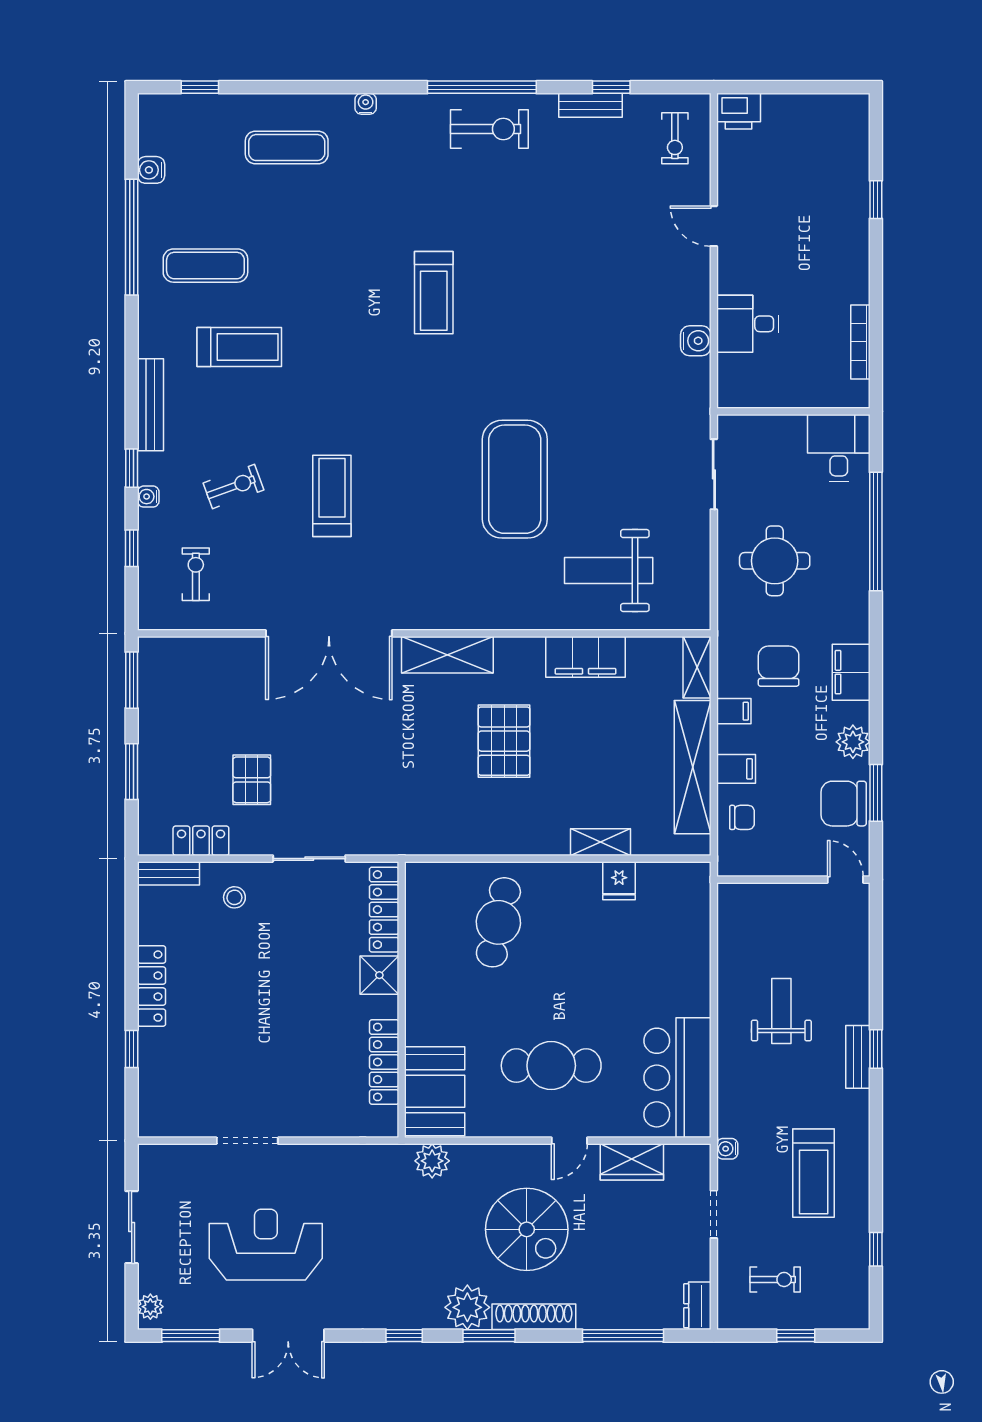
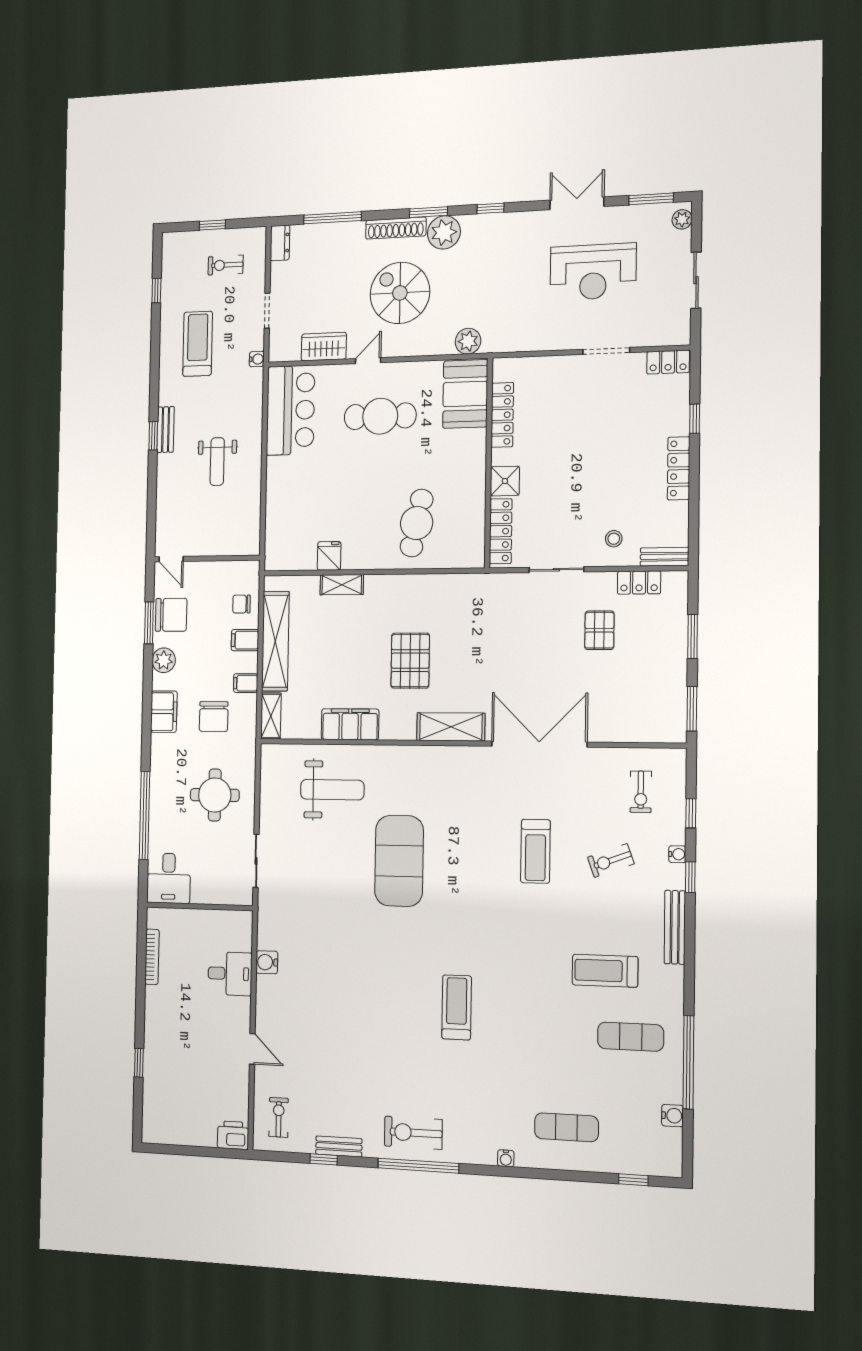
locker: (166, 1123) -> (668, 362), added

